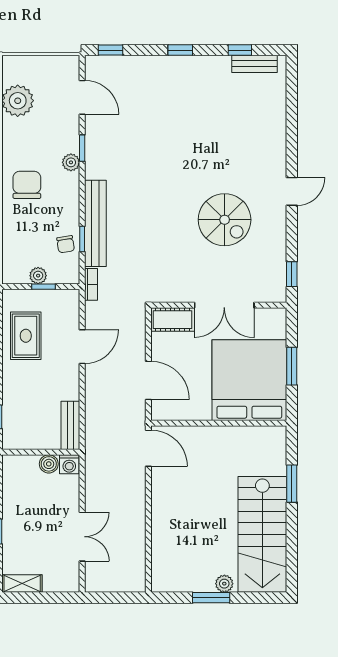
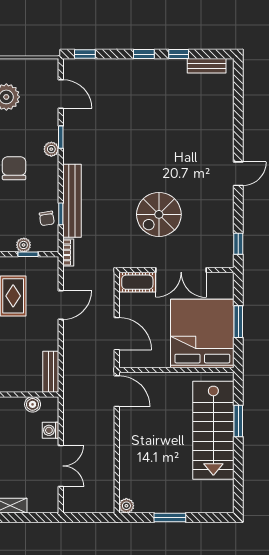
window: (240, 50) -> (179, 54), moved
spiral stairs: (225, 220) -> (159, 214), moved, turned 90
washing machine: (69, 464) -> (51, 430), moved, turned 90
stairs: (262, 534) -> (213, 430), moved
plant: (224, 584) -> (126, 506), moved

